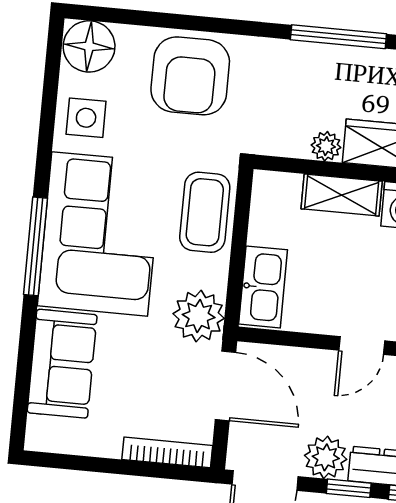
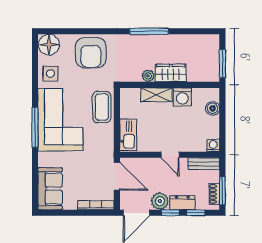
plant: (199, 316) -> (103, 149), removed
door: (362, 346) -> (170, 155), hinge flipped
sofa: (62, 364) -> (50, 189), moved

